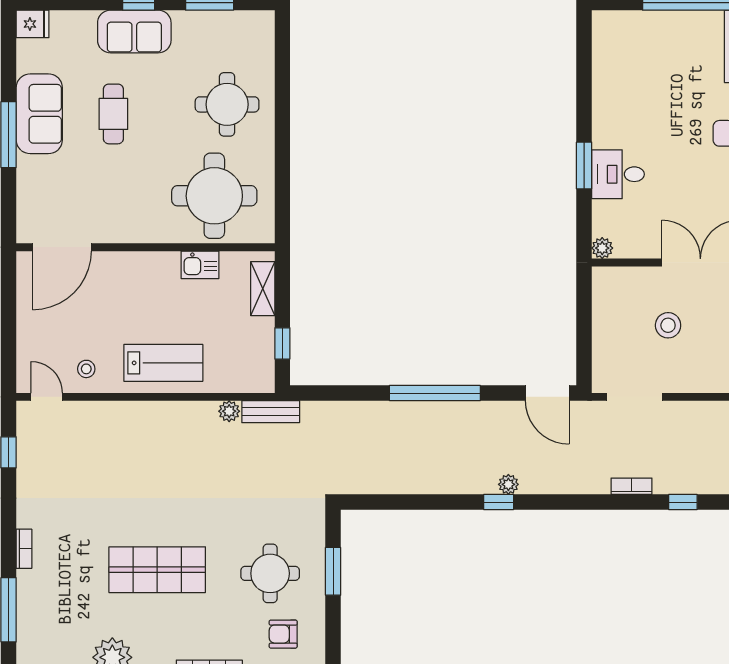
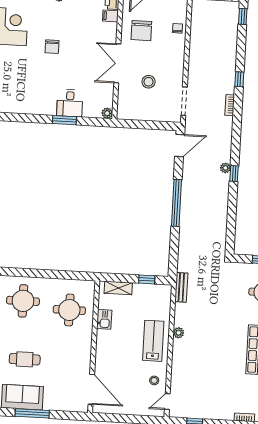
round table: (214, 196) -> (69, 310), width x0.73, depth x0.73
plant: (229, 411) -> (179, 333), moved

